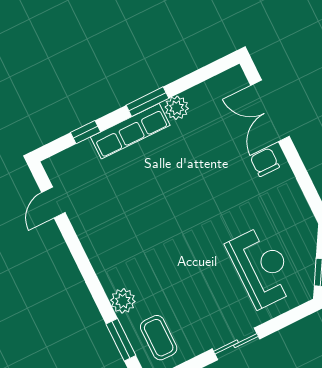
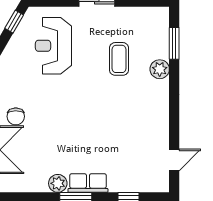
row of seats: (130, 131) -> (88, 183), width x0.68
coffee table: (159, 338) -> (119, 59), moved

